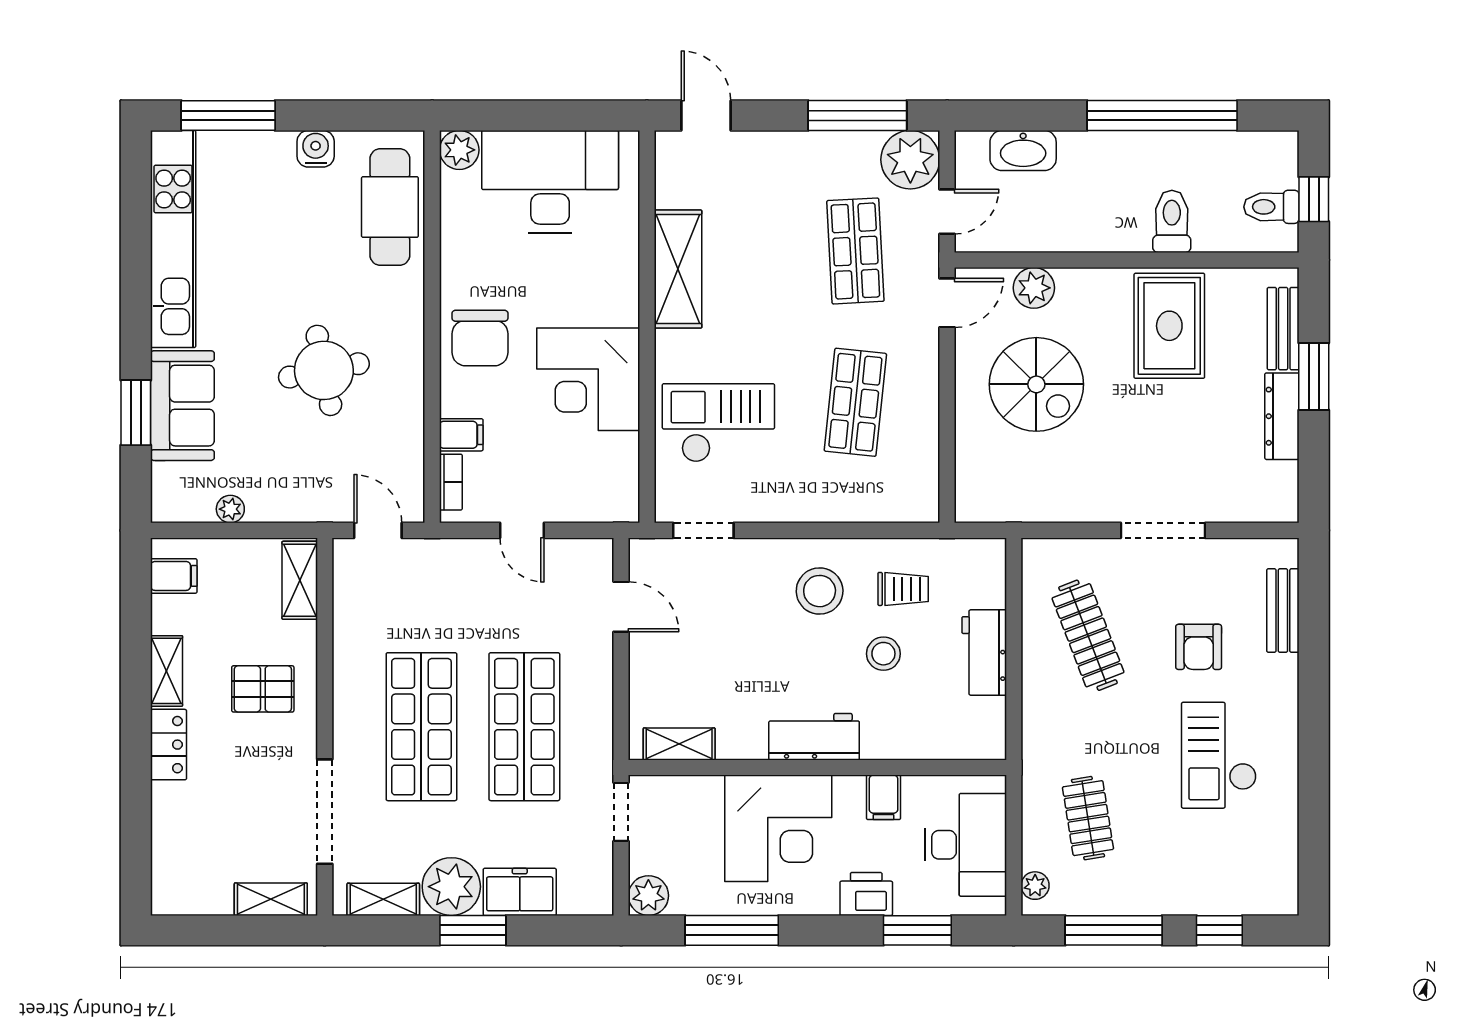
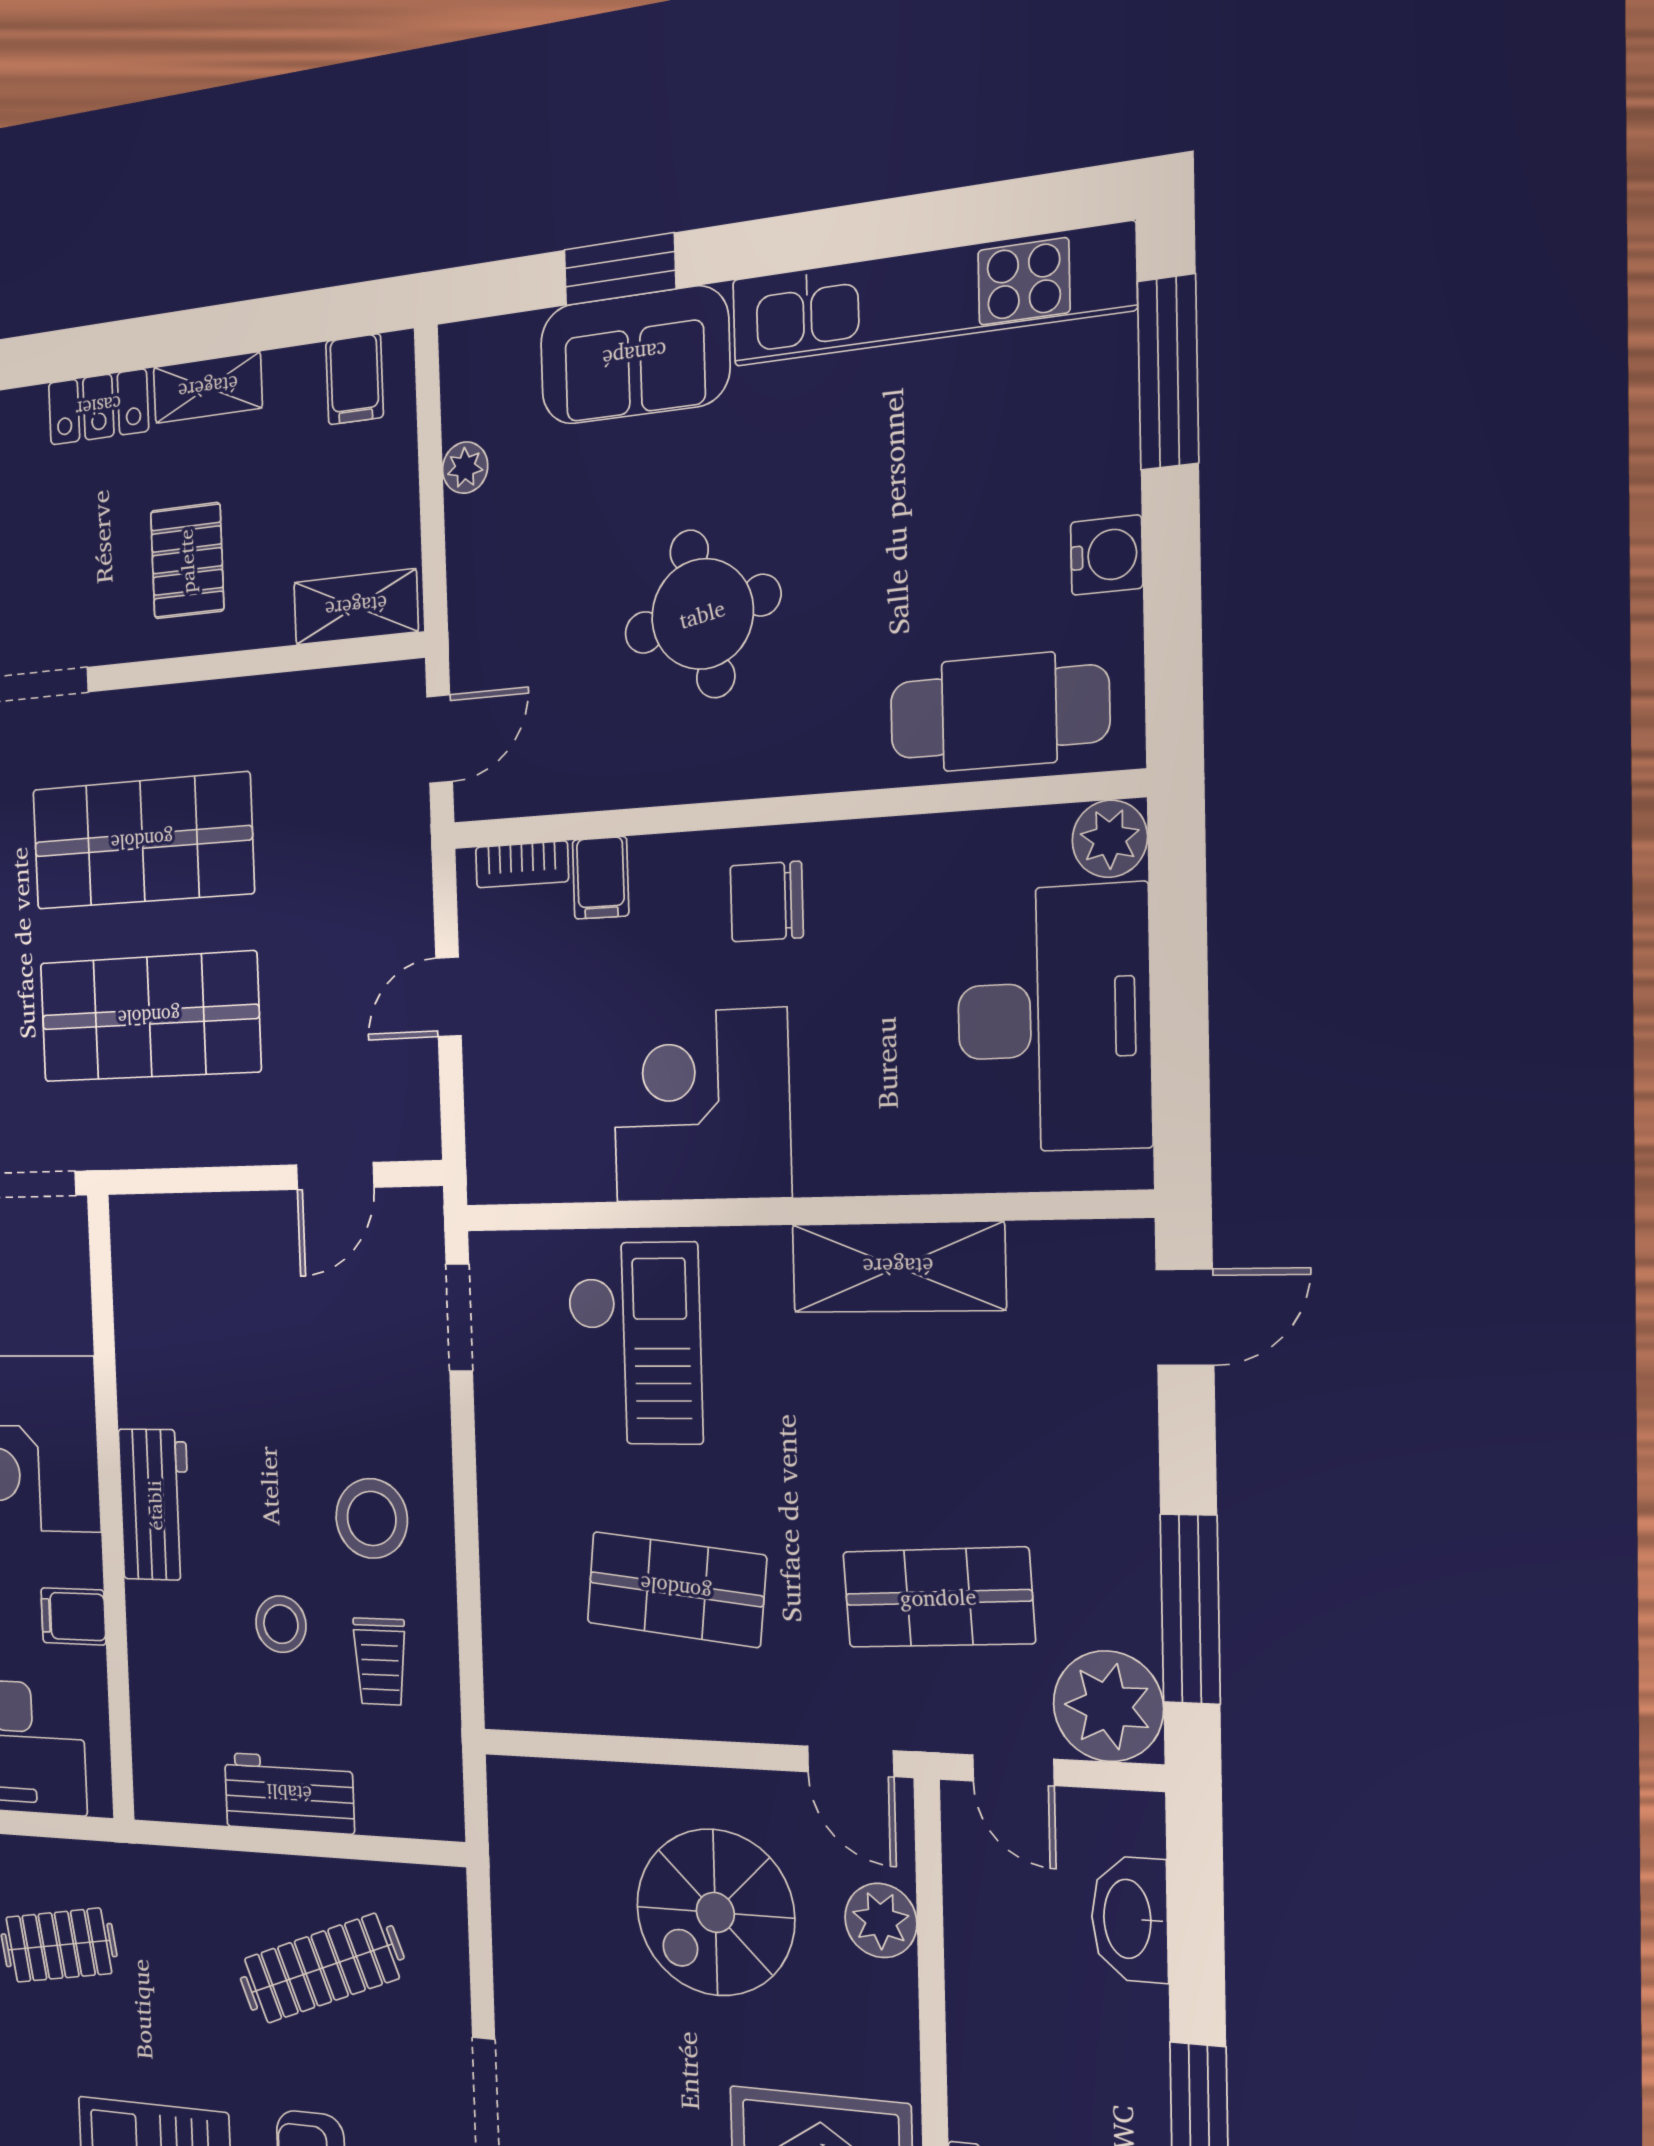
chair: (480, 338) -> (767, 902), width x0.73, depth x0.73
shelving: (679, 744) -> (135, 1279), removed

